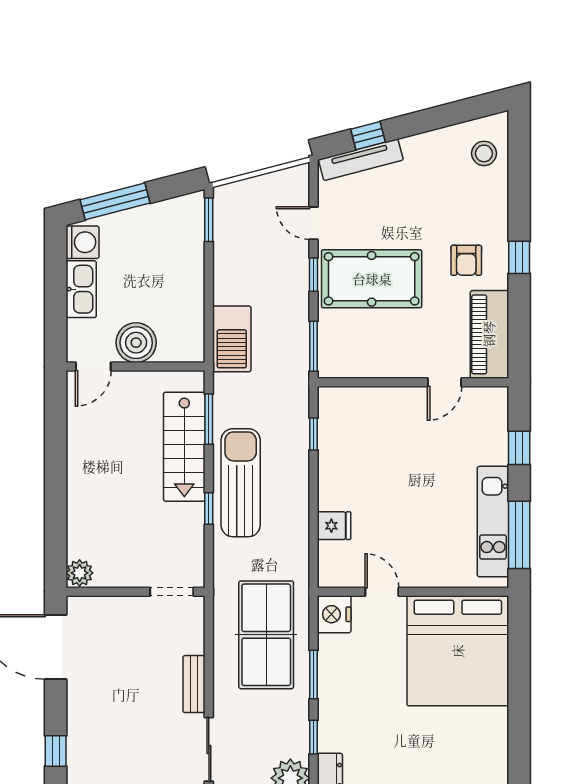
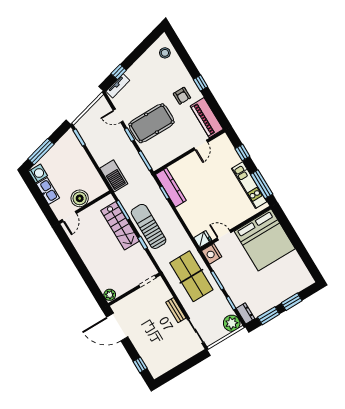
tv unit: (361, 160) -> (118, 86), width x0.71
kitchen counter: (333, 431) -> (171, 188), added
fridge: (334, 526) -> (203, 239), moved

